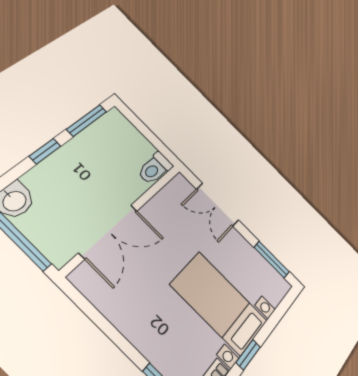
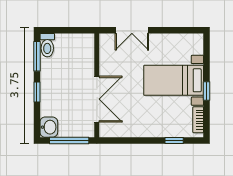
toilet: (155, 168) -> (47, 45), moved
window: (272, 260) -> (182, 30), removed

